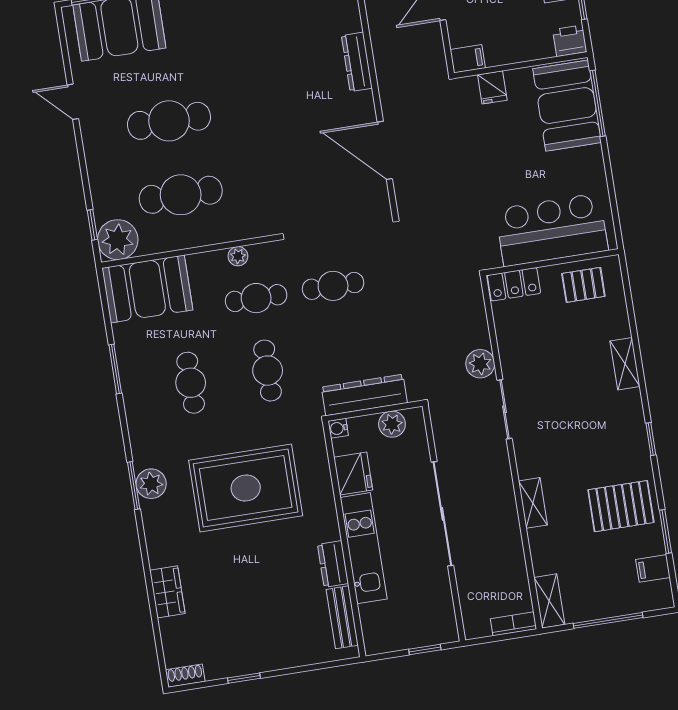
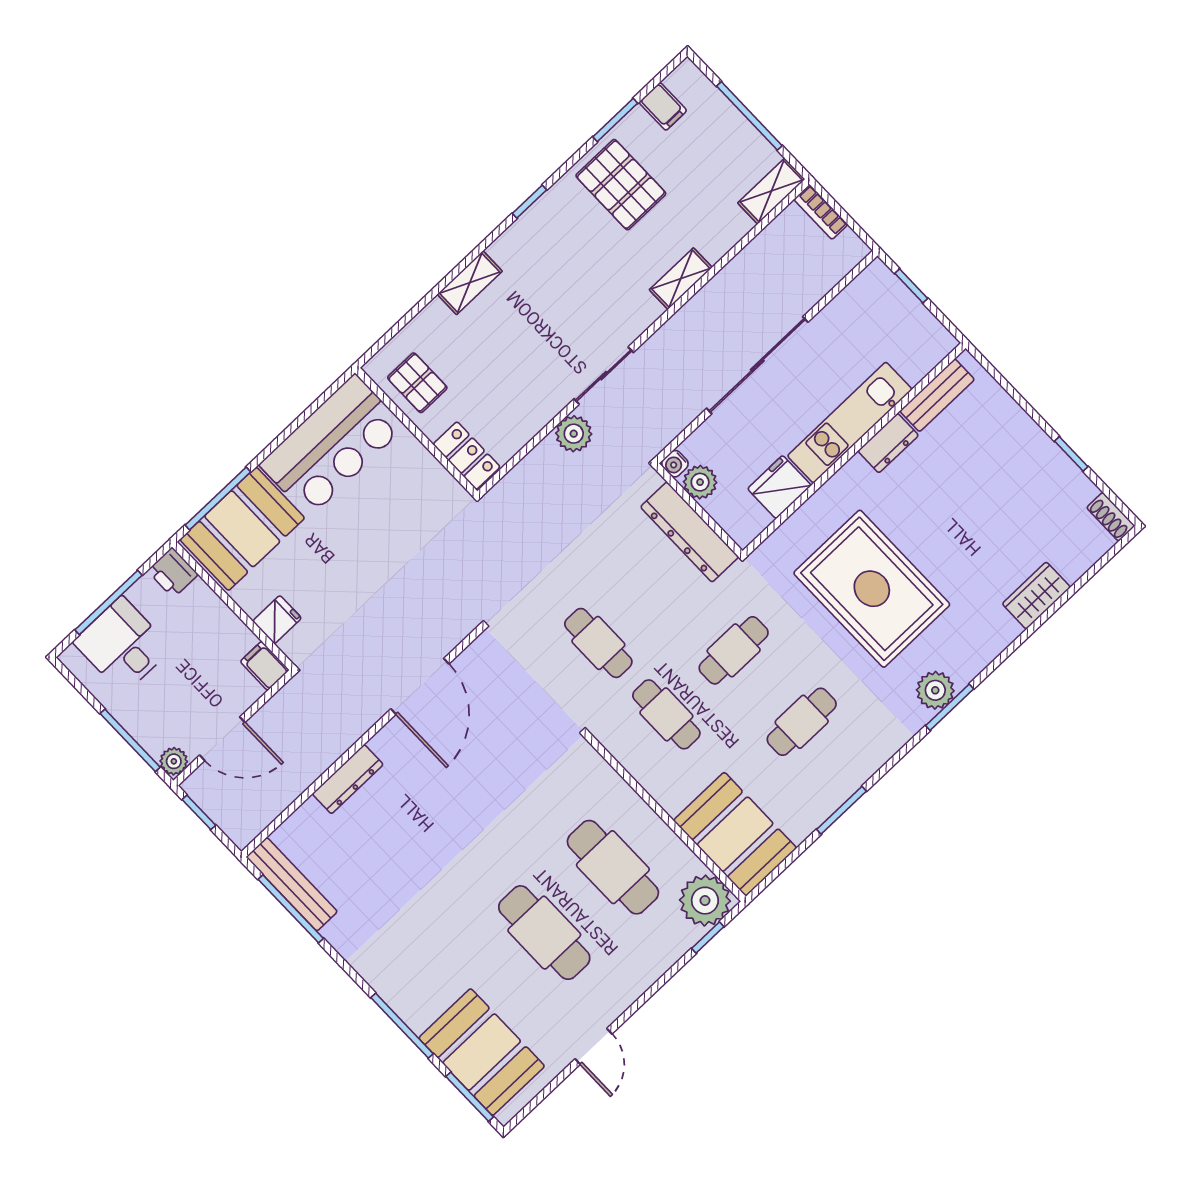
bar counter: (552, 230) -> (332, 445), moved, turned -90
plant: (238, 256) -> (636, 763), removed
water cooler: (338, 428) -> (675, 464), moved, turned 90

